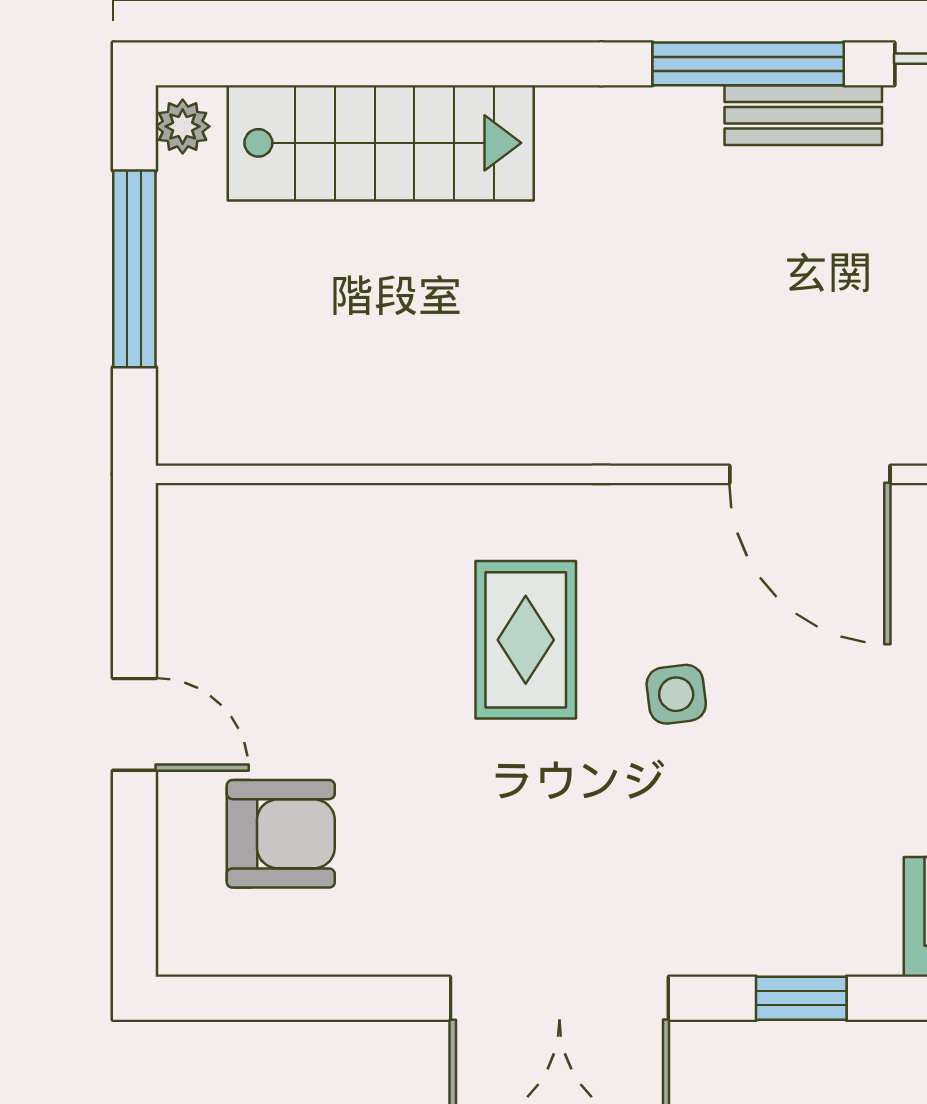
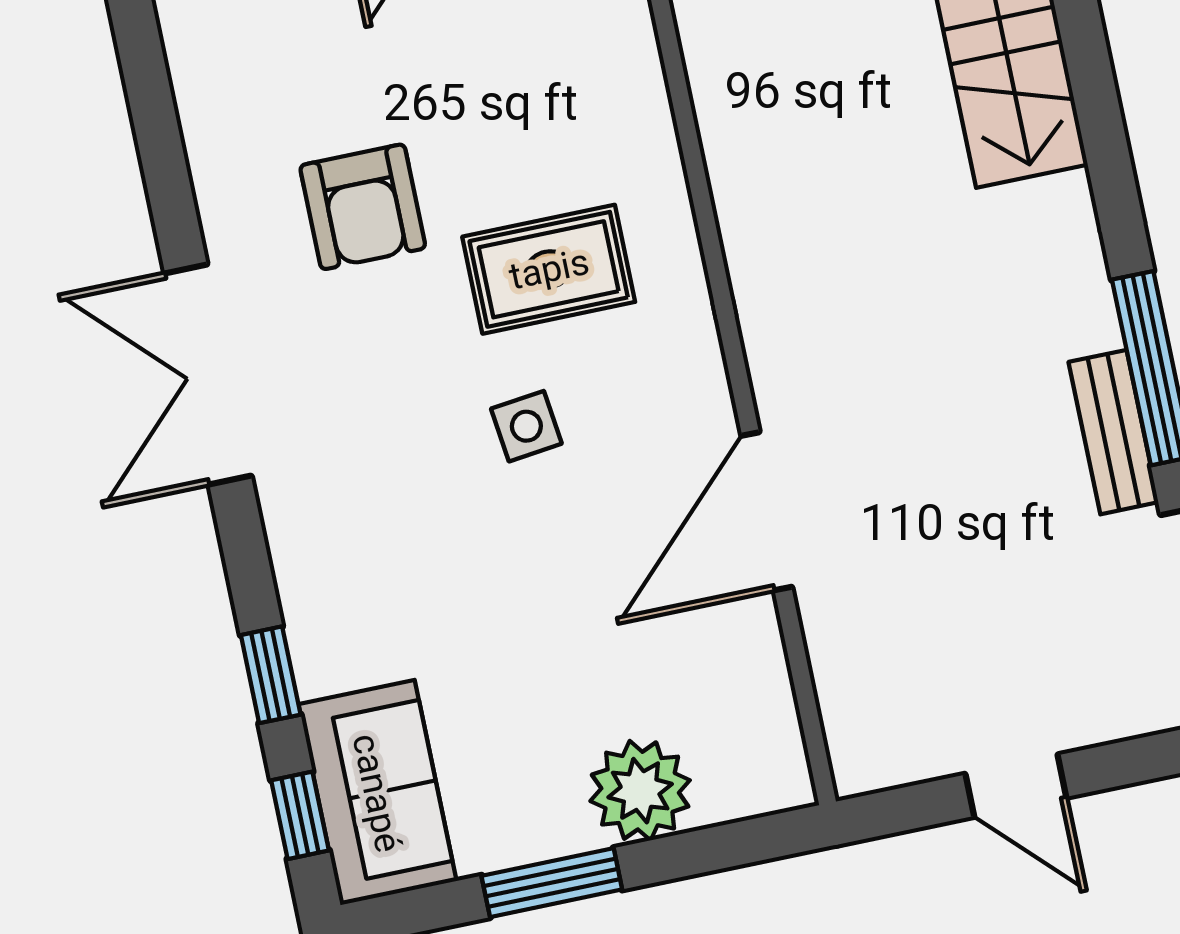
armchair: (281, 834) -> (363, 207), moved
window: (801, 998) -> (271, 675), moved

